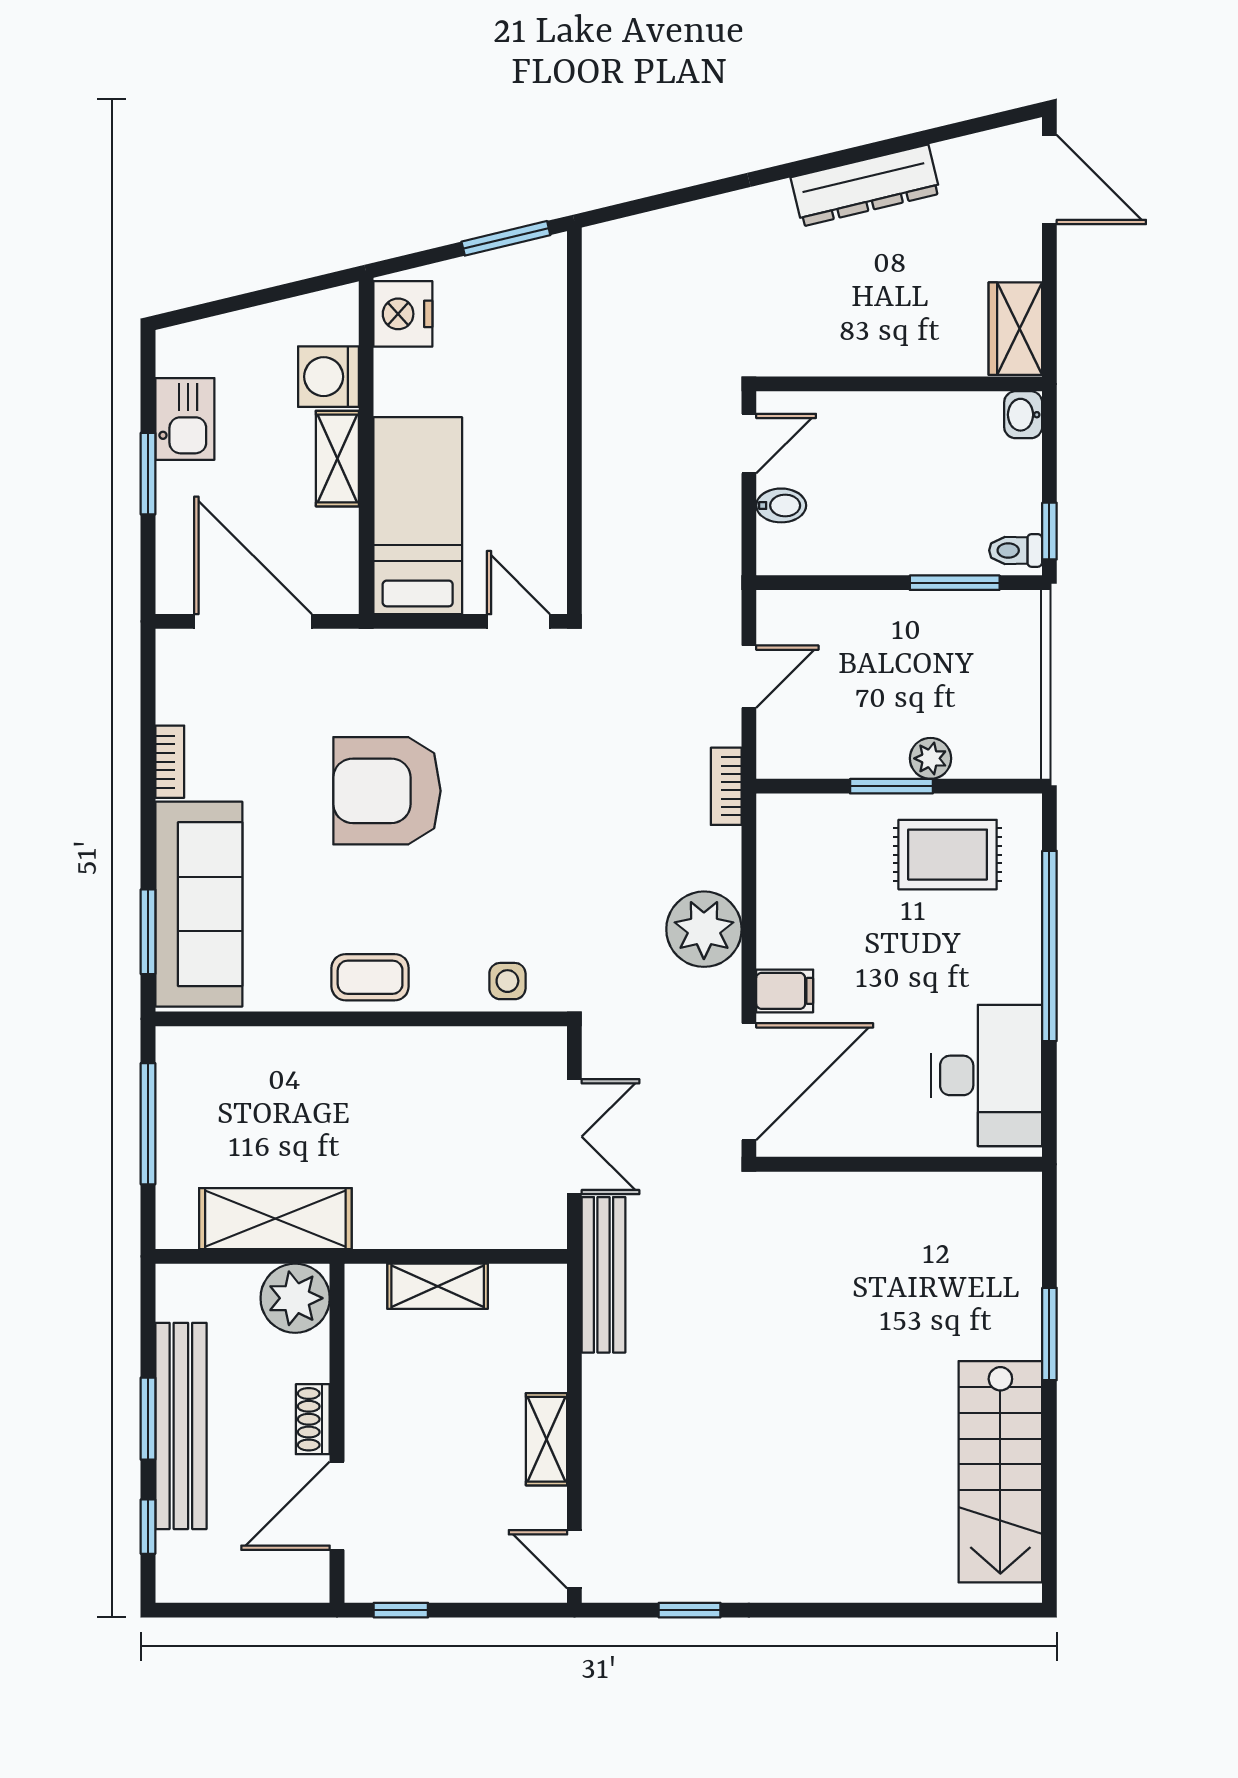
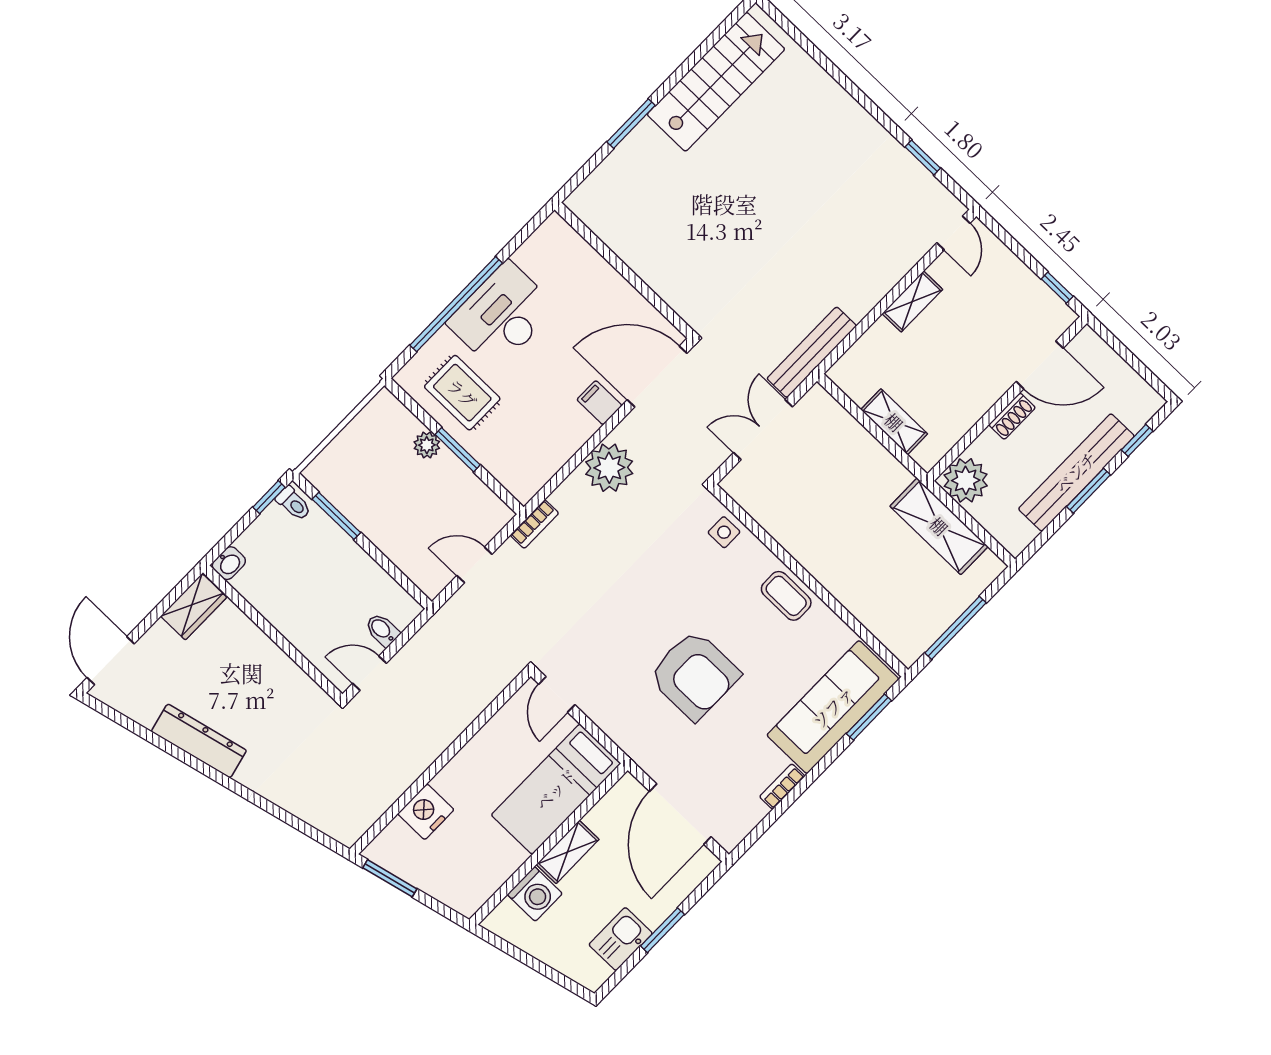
nightstand: (403, 314) -> (426, 812), moved, turned 180
desk: (987, 1075) -> (502, 315), moved

